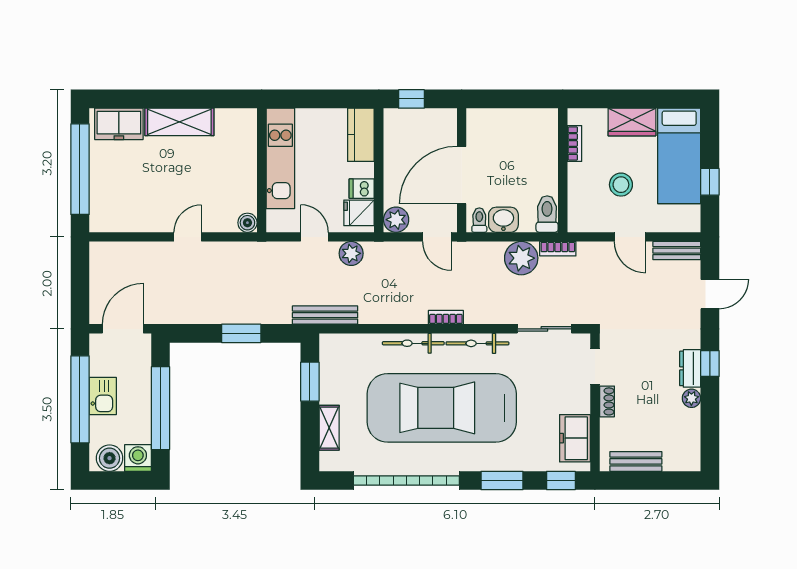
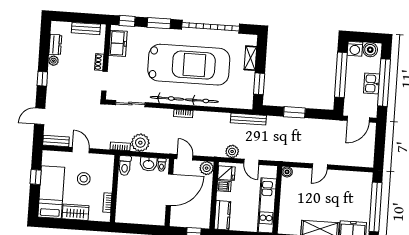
dresser: (690, 368) -> (55, 45), moved

